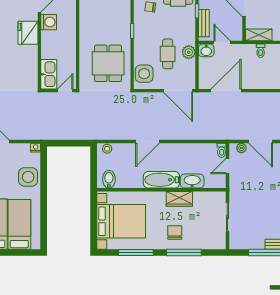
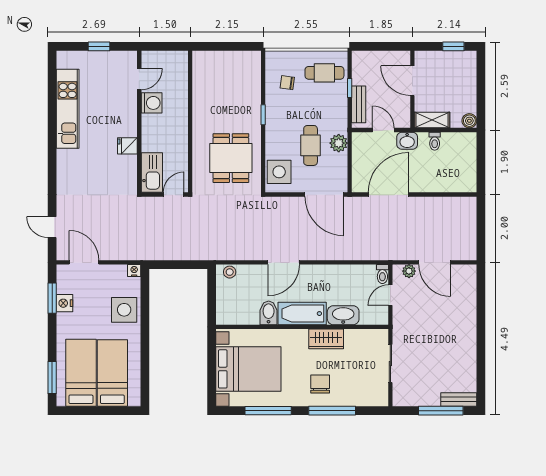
fridge: (28, 33) -> (127, 146), moved, width x0.53, depth x0.75
washbasin: (206, 50) -> (407, 141), moved
bidet: (109, 179) -> (269, 313), moved

